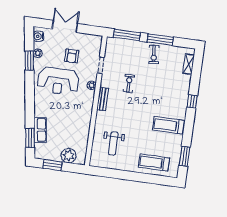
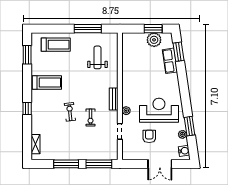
exercise bike: (154, 54) -> (70, 112), moved
plant: (69, 156) -> (154, 40), moved
window: (119, 174) -> (88, 29), added

